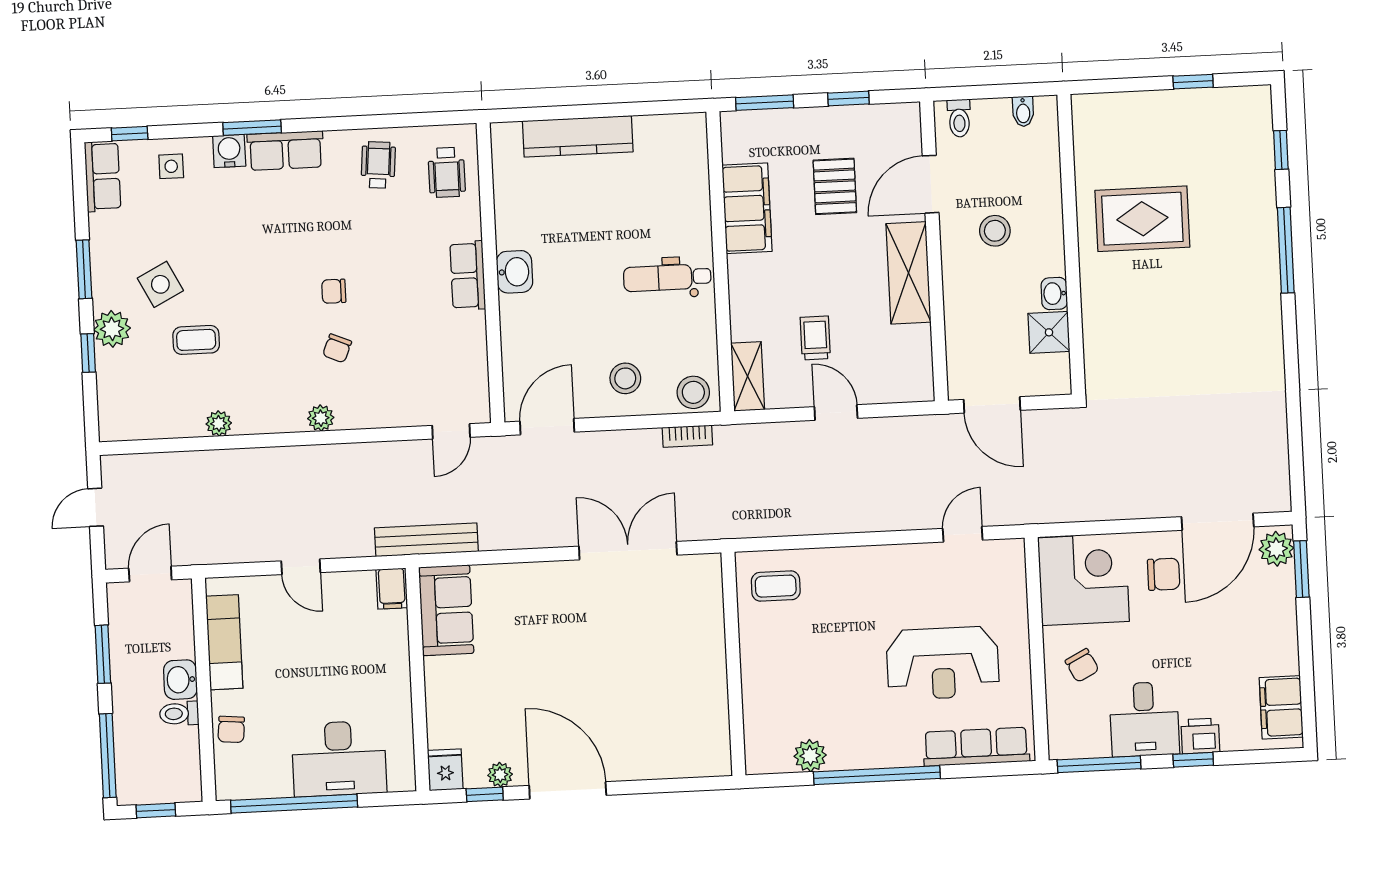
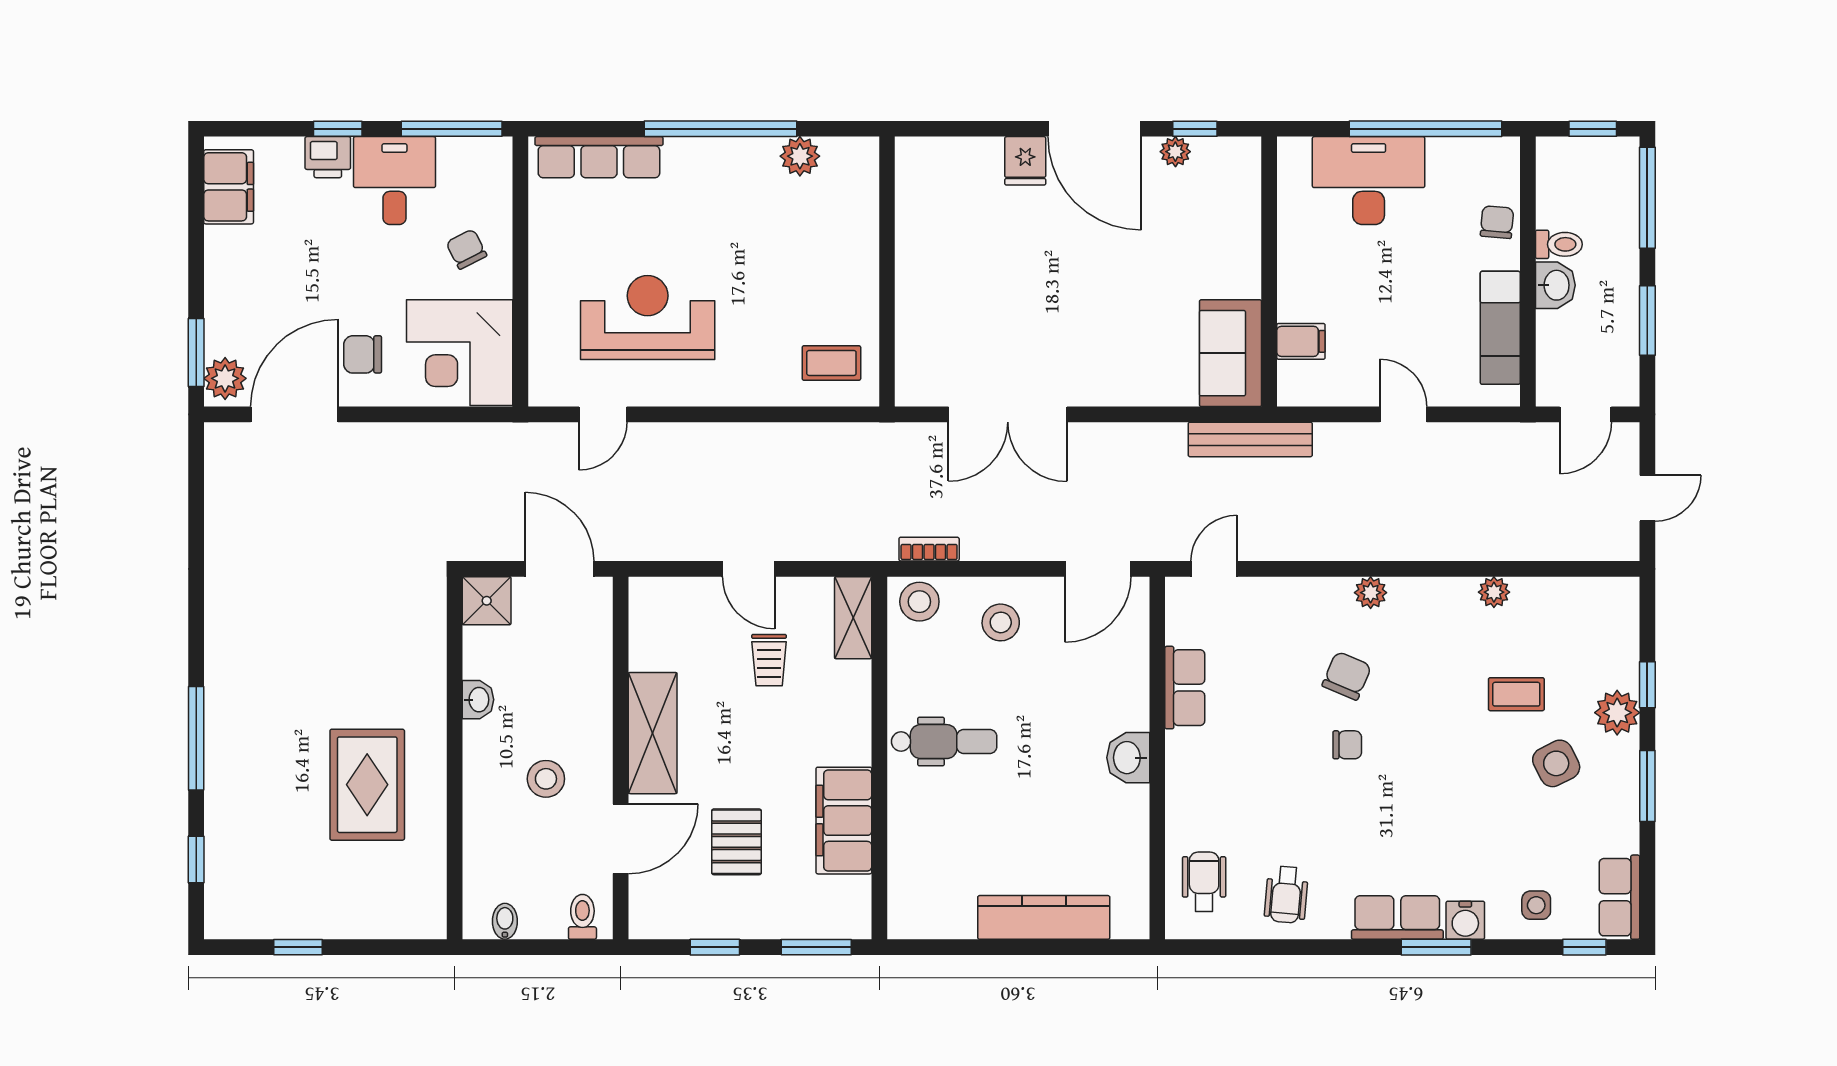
rug: (1142, 219) -> (367, 785), turned 90
row of seats: (468, 275) -> (1185, 688), moved
shower: (1049, 332) -> (487, 601), moved
chair: (337, 348) -> (1347, 676), width x1.37, depth x1.37
filing cabinet: (392, 589) -> (1301, 341), moved, turned 90
reception desk: (943, 663) -> (648, 318), moved
fridge: (445, 770) -> (1025, 161), moved

